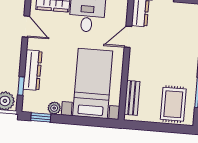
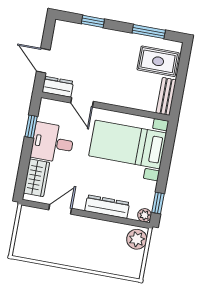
window: (21, 86) -> (123, 221), removed
bench: (132, 98) -> (166, 96), moved, turned 90
plant: (54, 108) -> (145, 215), moved

